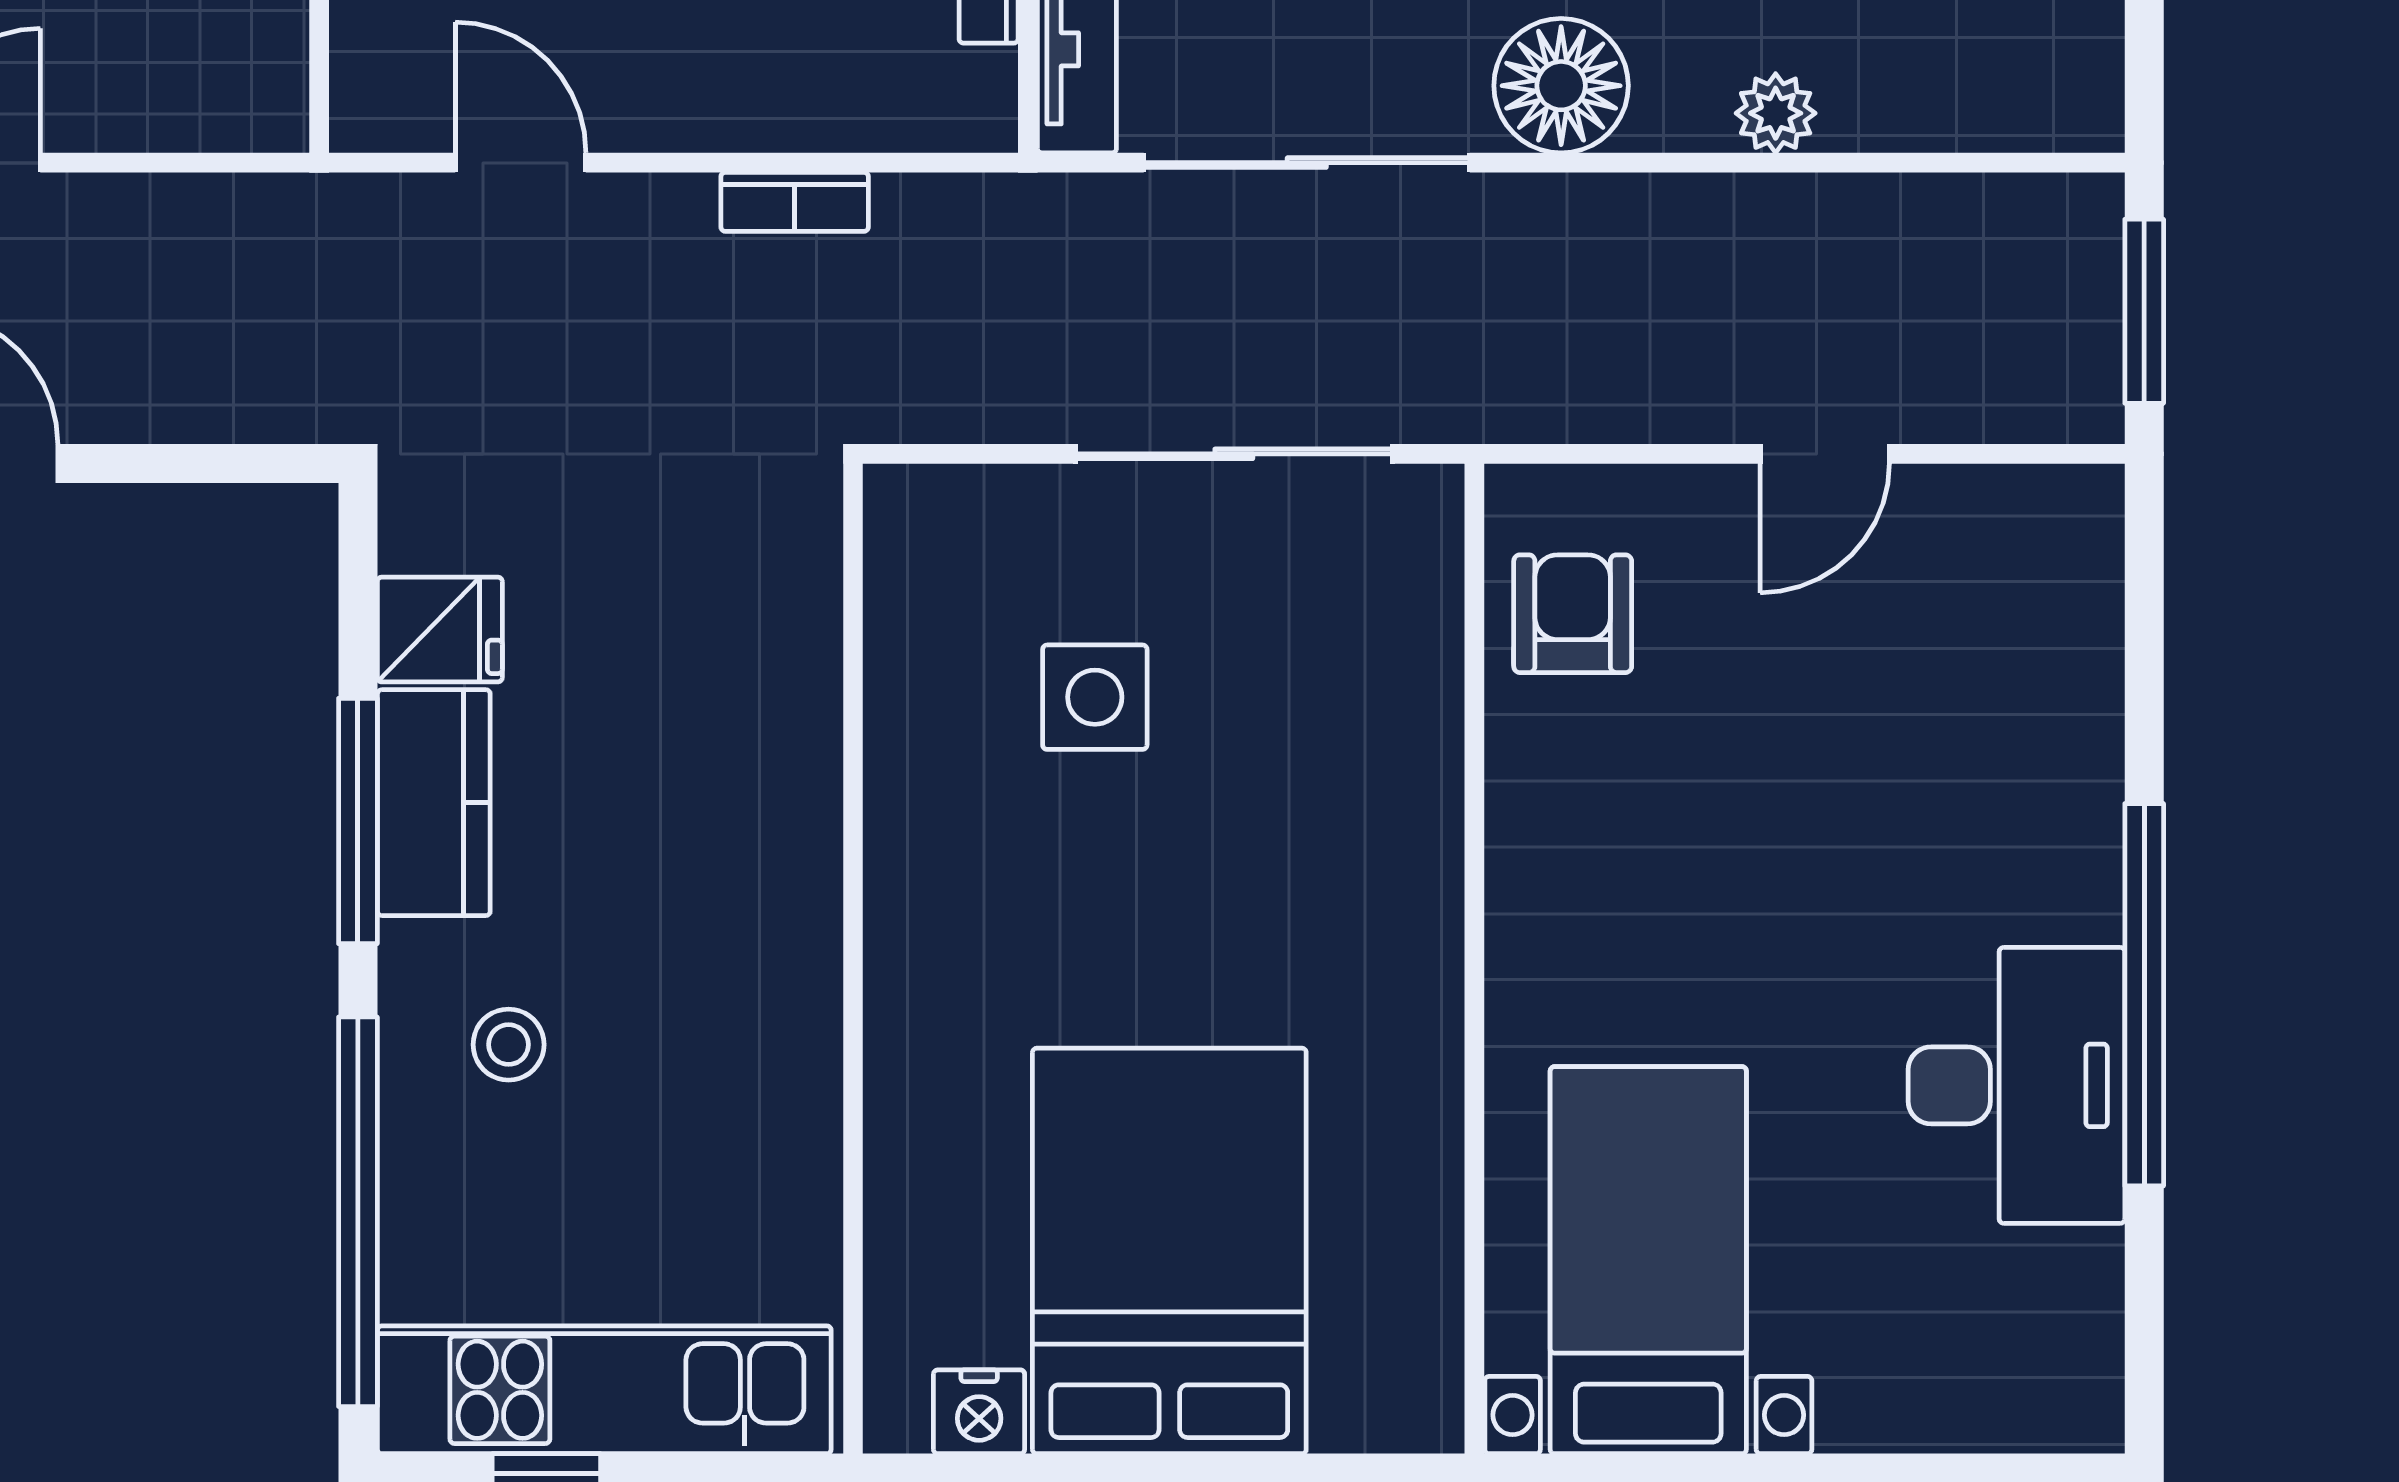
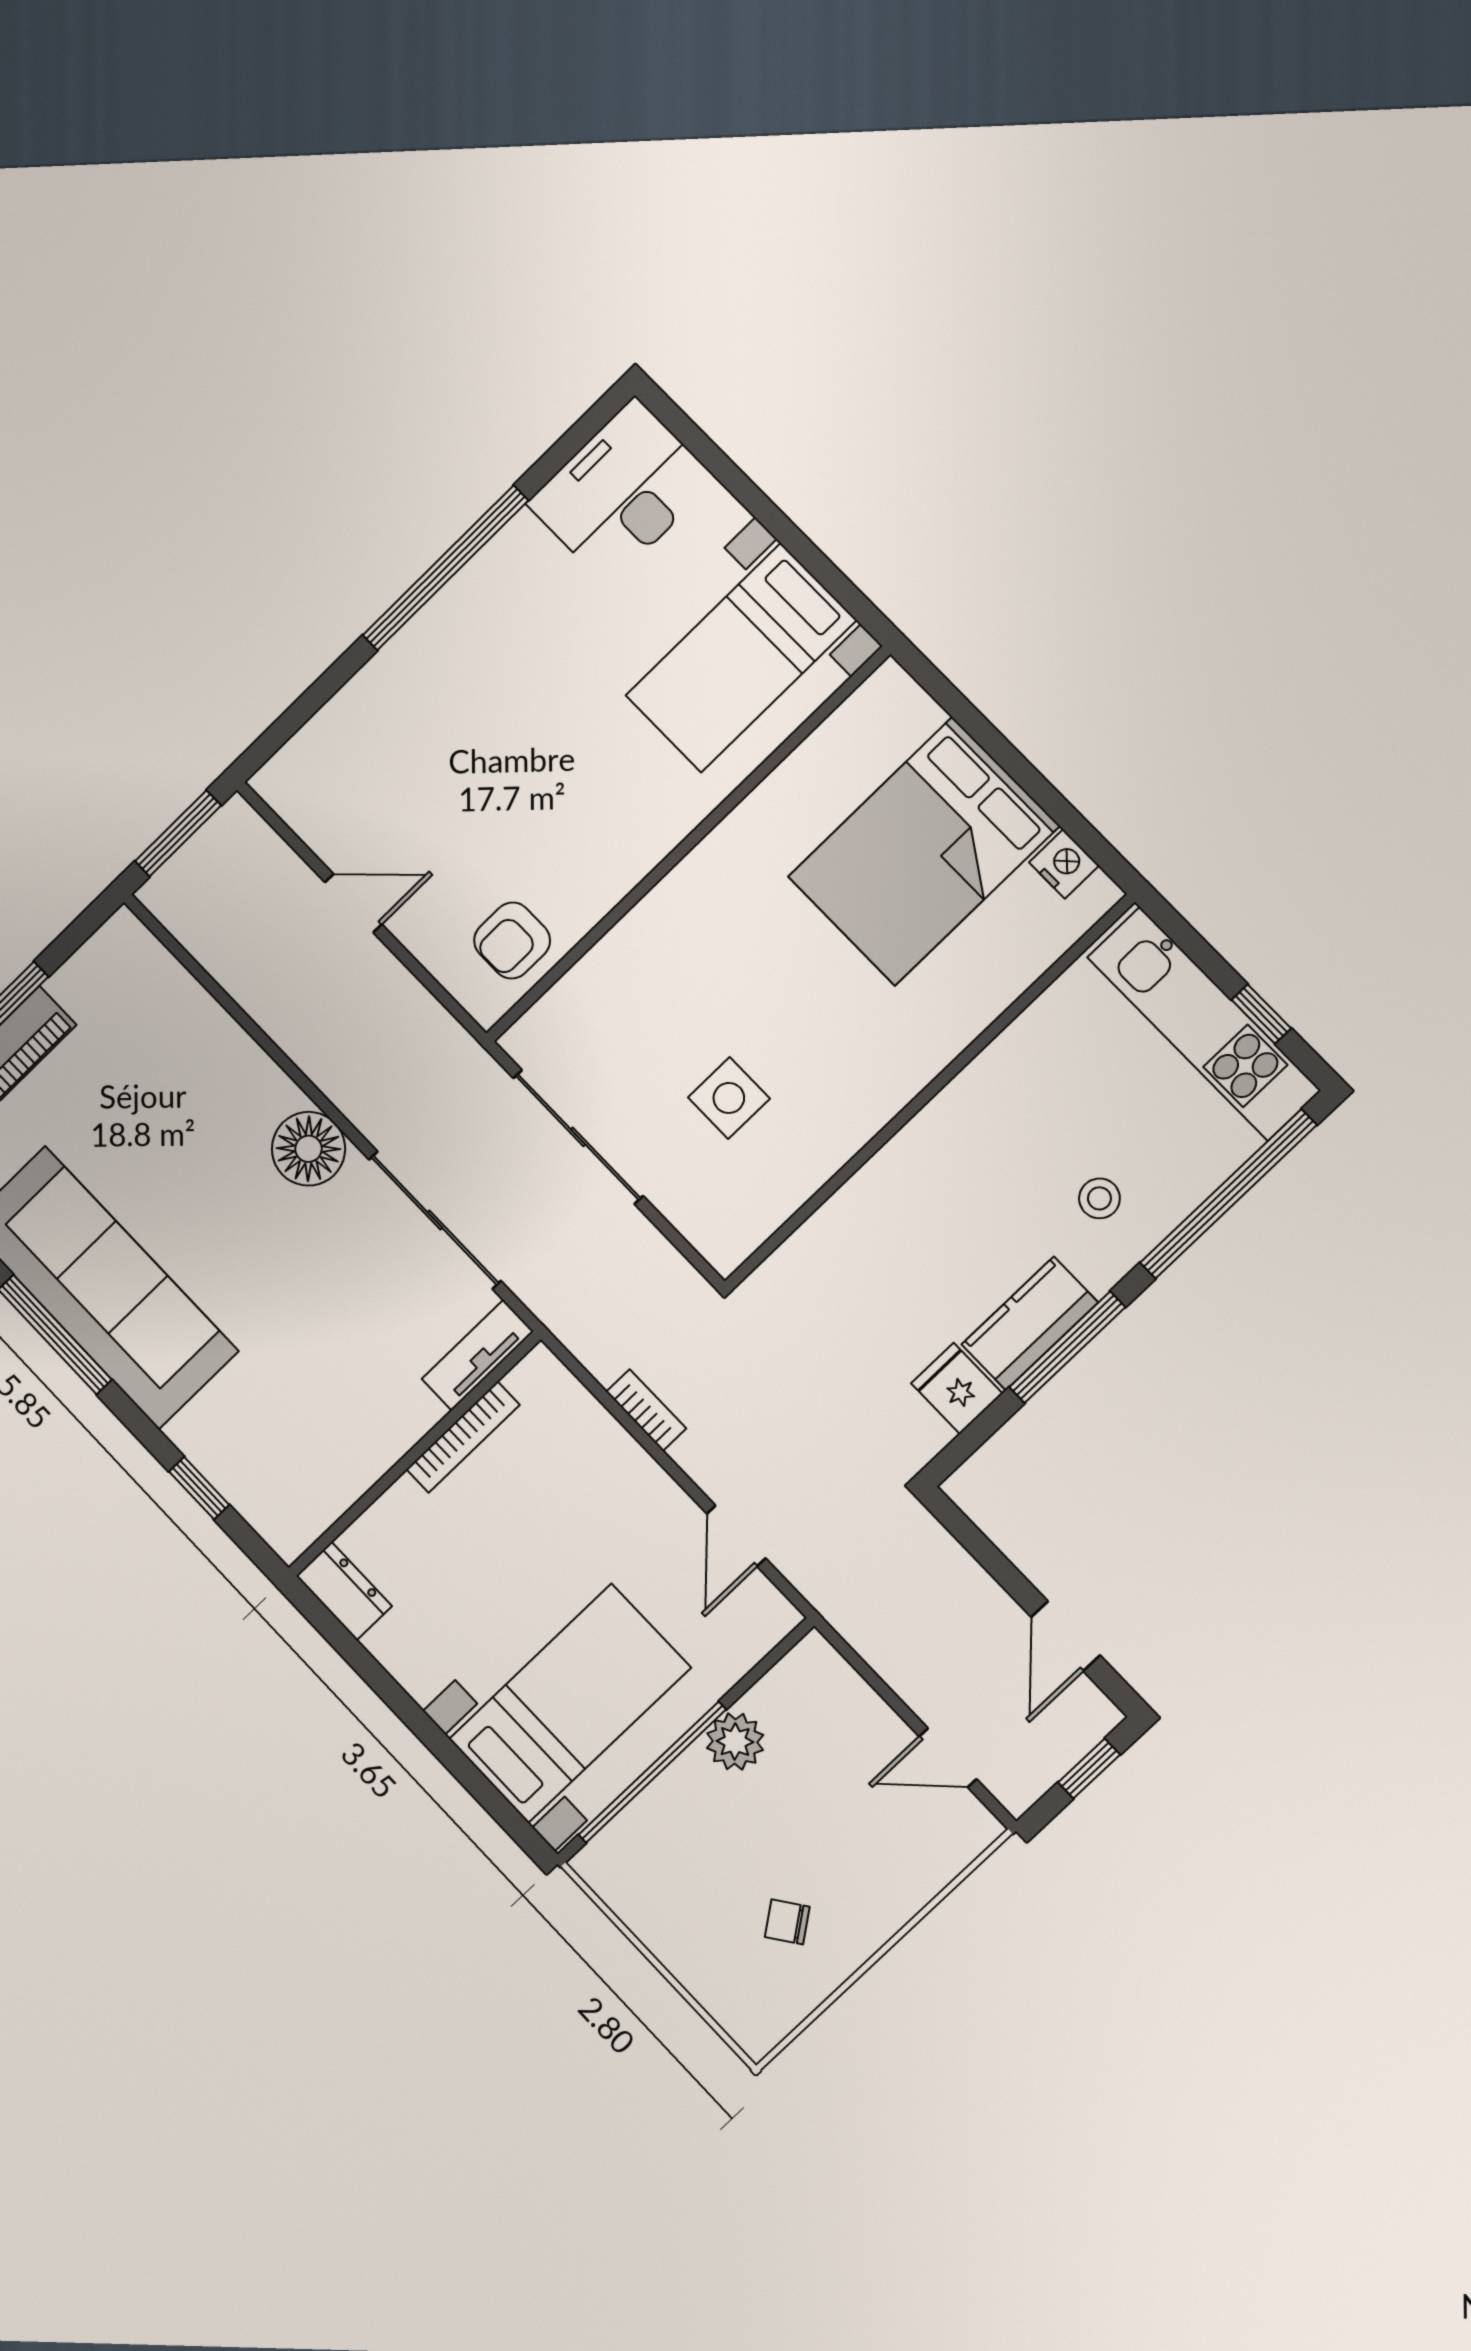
plant: (1776, 113) -> (239, 1054), removed
desk: (2016, 1085) -> (621, 492), moved

